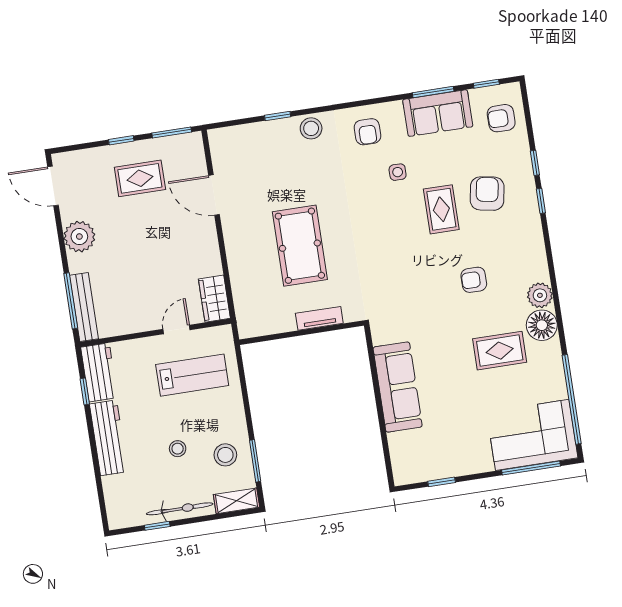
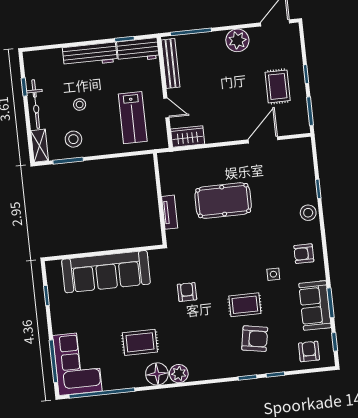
armchair: (474, 280) -> (187, 292), moved
bench: (84, 307) -> (170, 63), moved, turned 90
rug: (500, 351) -> (140, 342), turned 90
sofa: (398, 387) -> (106, 272), width x1.36, depth x1.27

